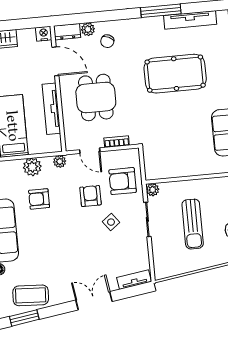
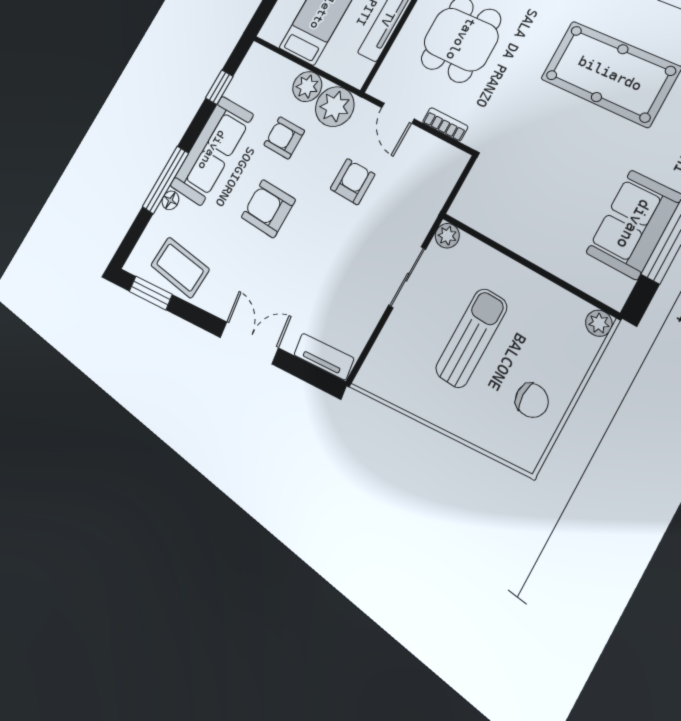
plant: (60, 161) -> (335, 107), width x1.88, depth x1.88
armchair: (123, 181) -> (268, 209), moved
side table: (111, 222) -> (353, 242), removed
sun lounger: (193, 224) -> (471, 338), turned 180

